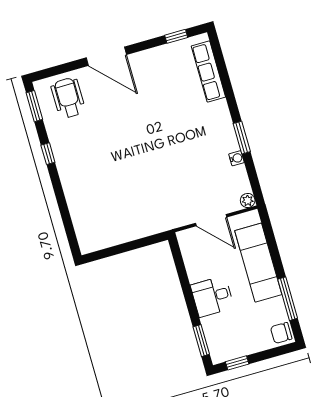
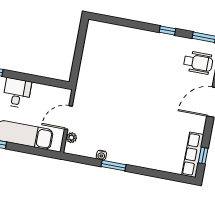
row of seats: (208, 71) -> (193, 155), moved, turned -90
plant: (248, 200) -> (71, 138), moved

